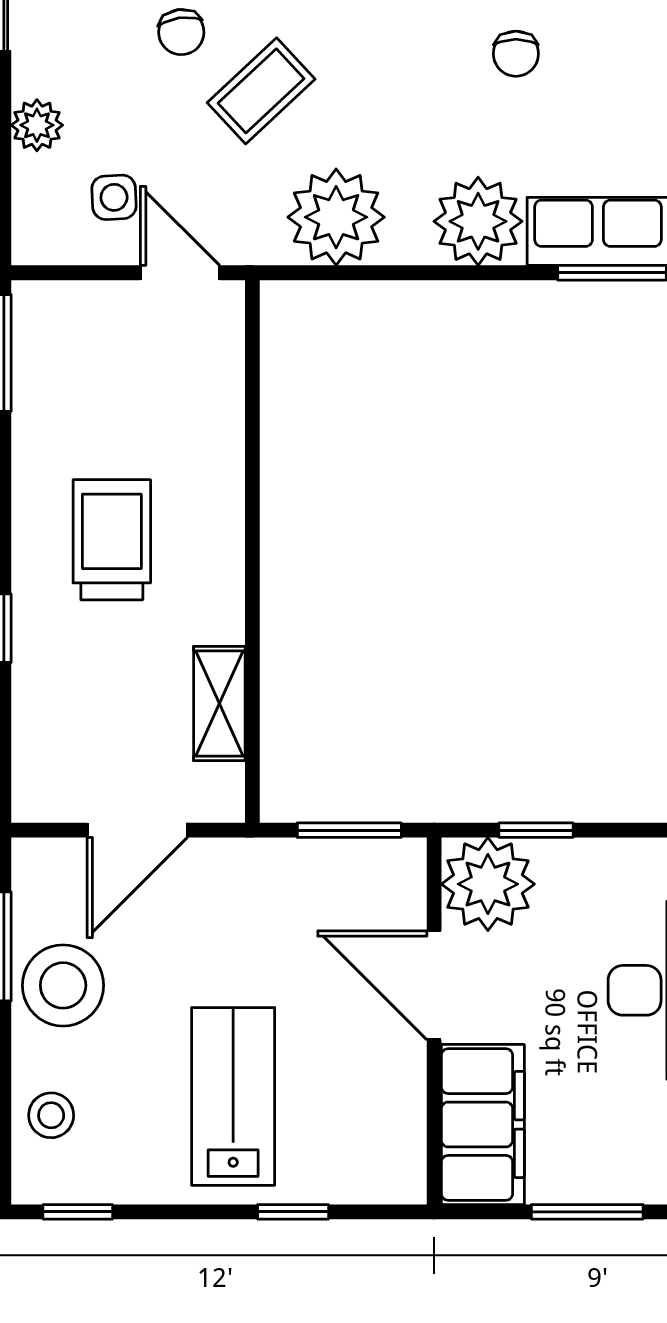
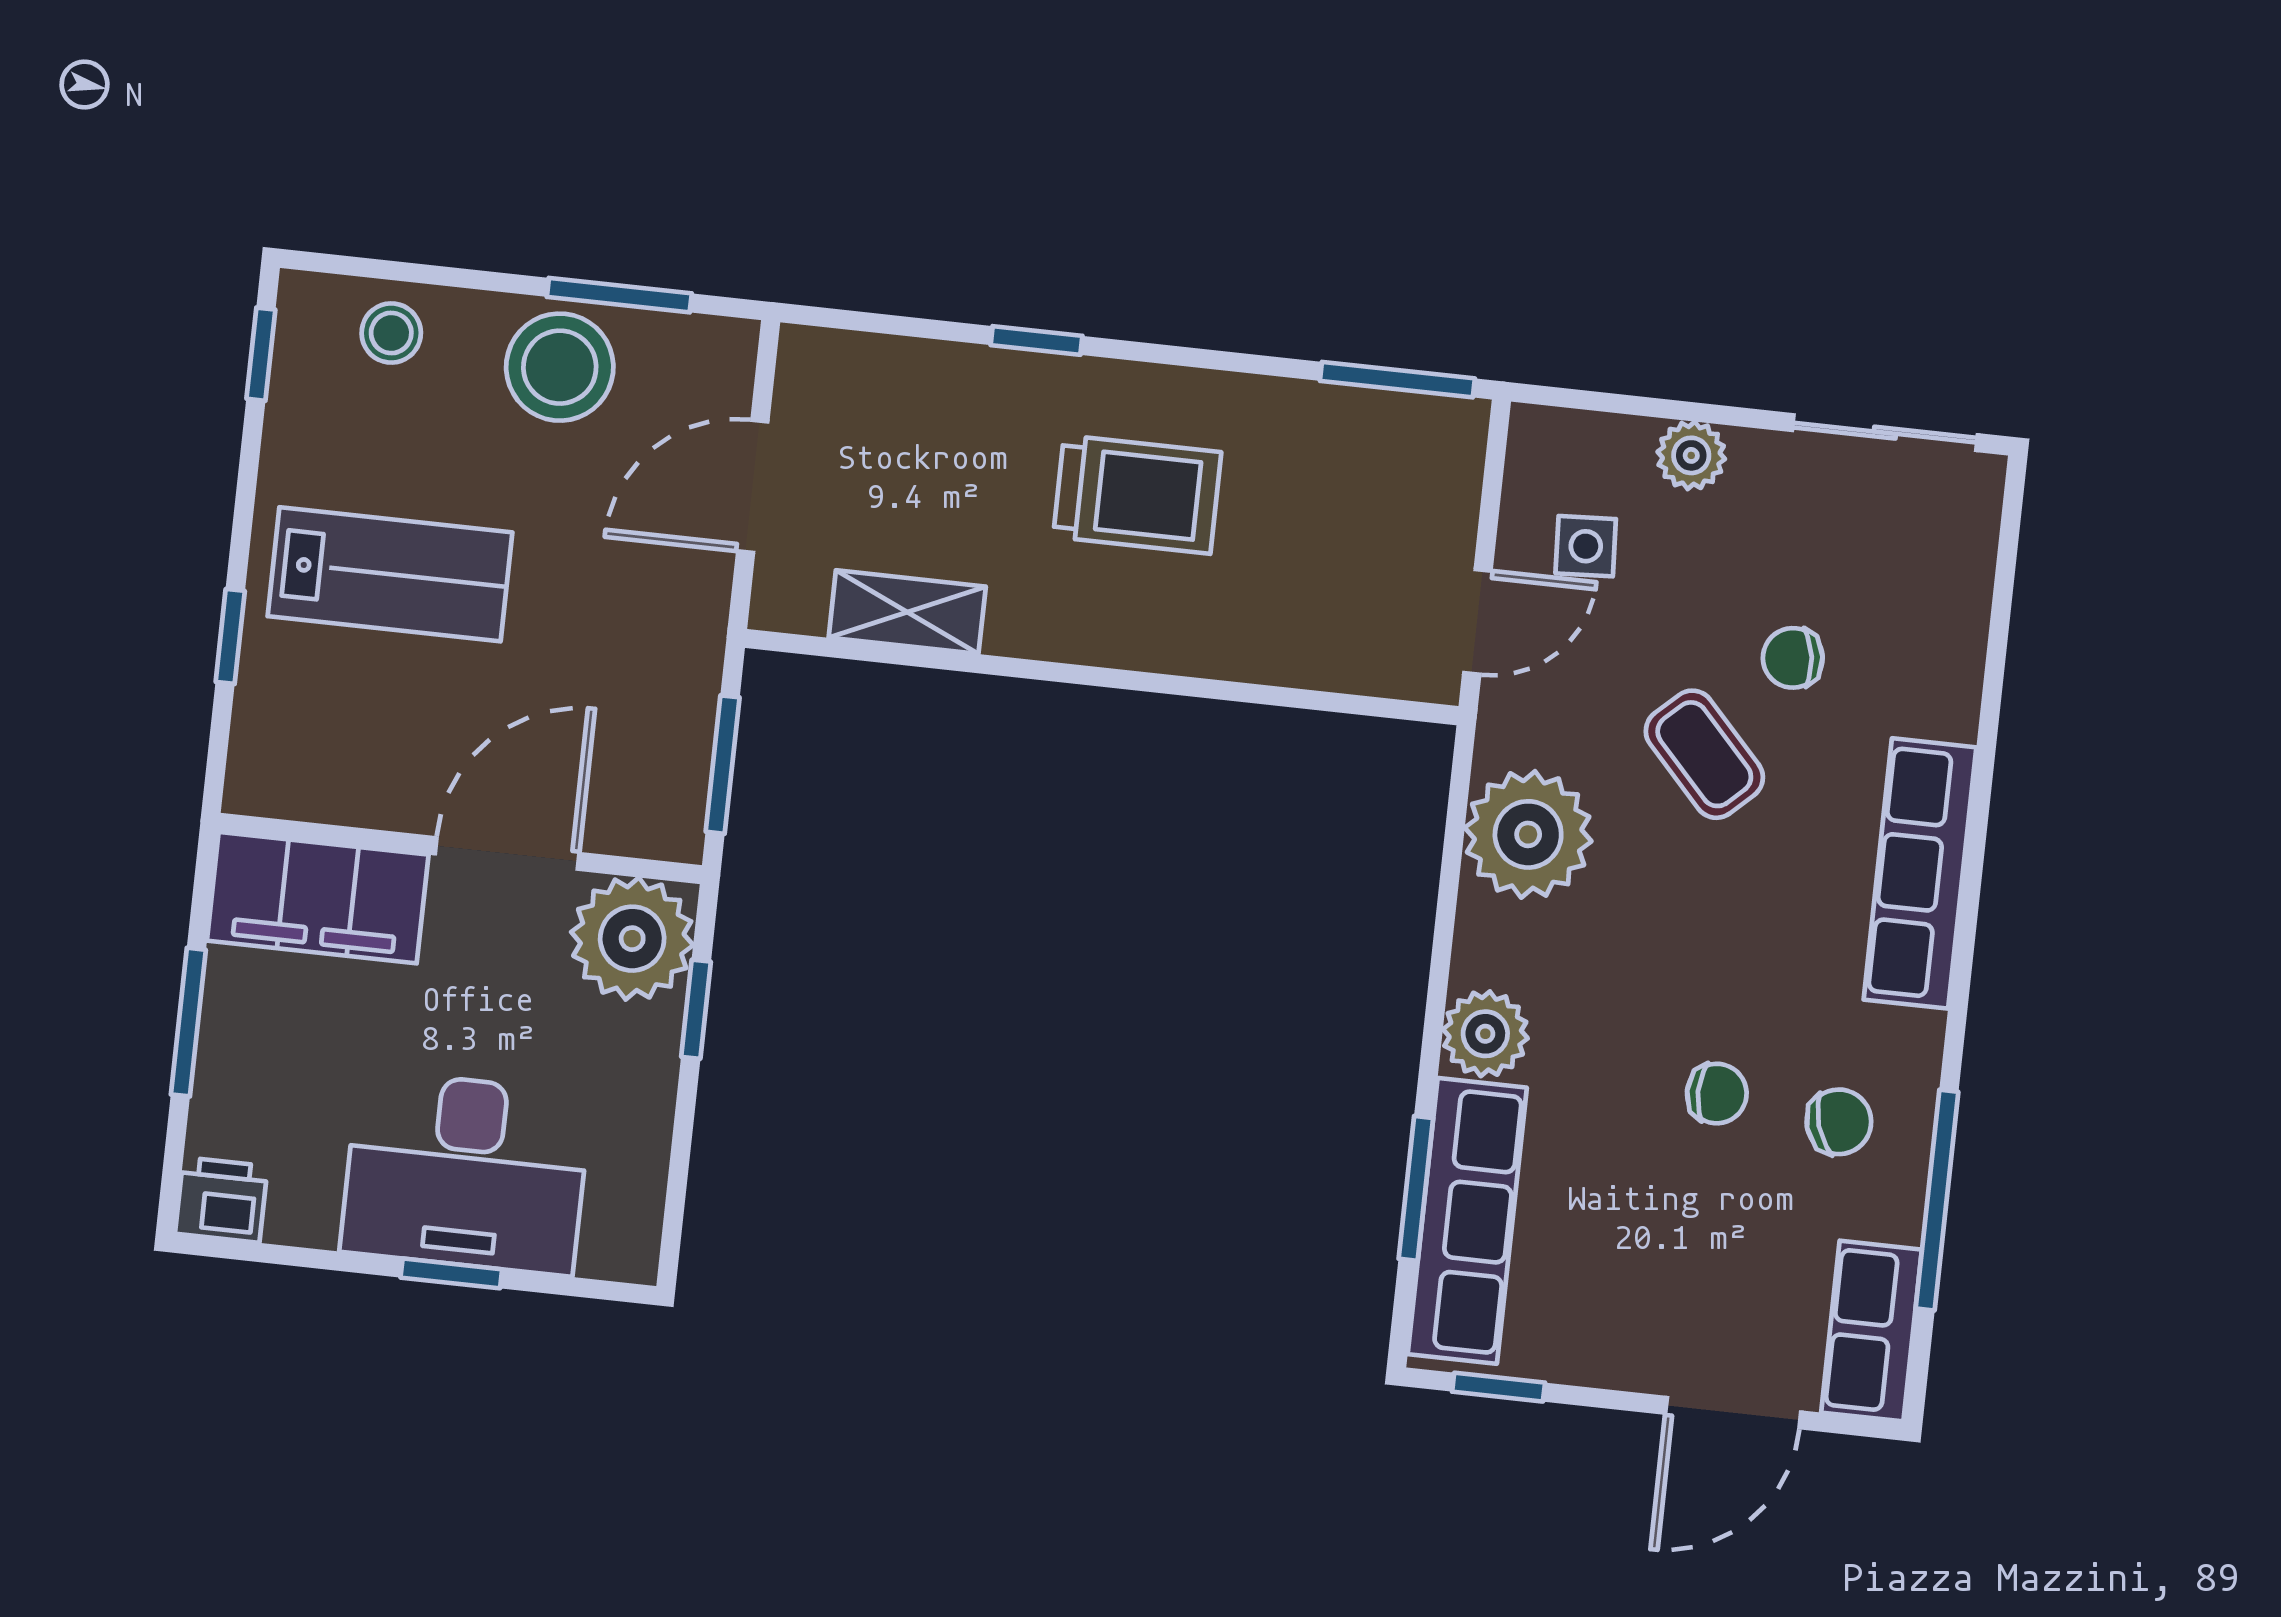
chair: (516, 54) -> (1717, 1094), turned 180
plant: (478, 221) -> (1485, 1034), width x0.73, depth x0.73
door: (137, 830) -> (753, 486), hinge flipped

